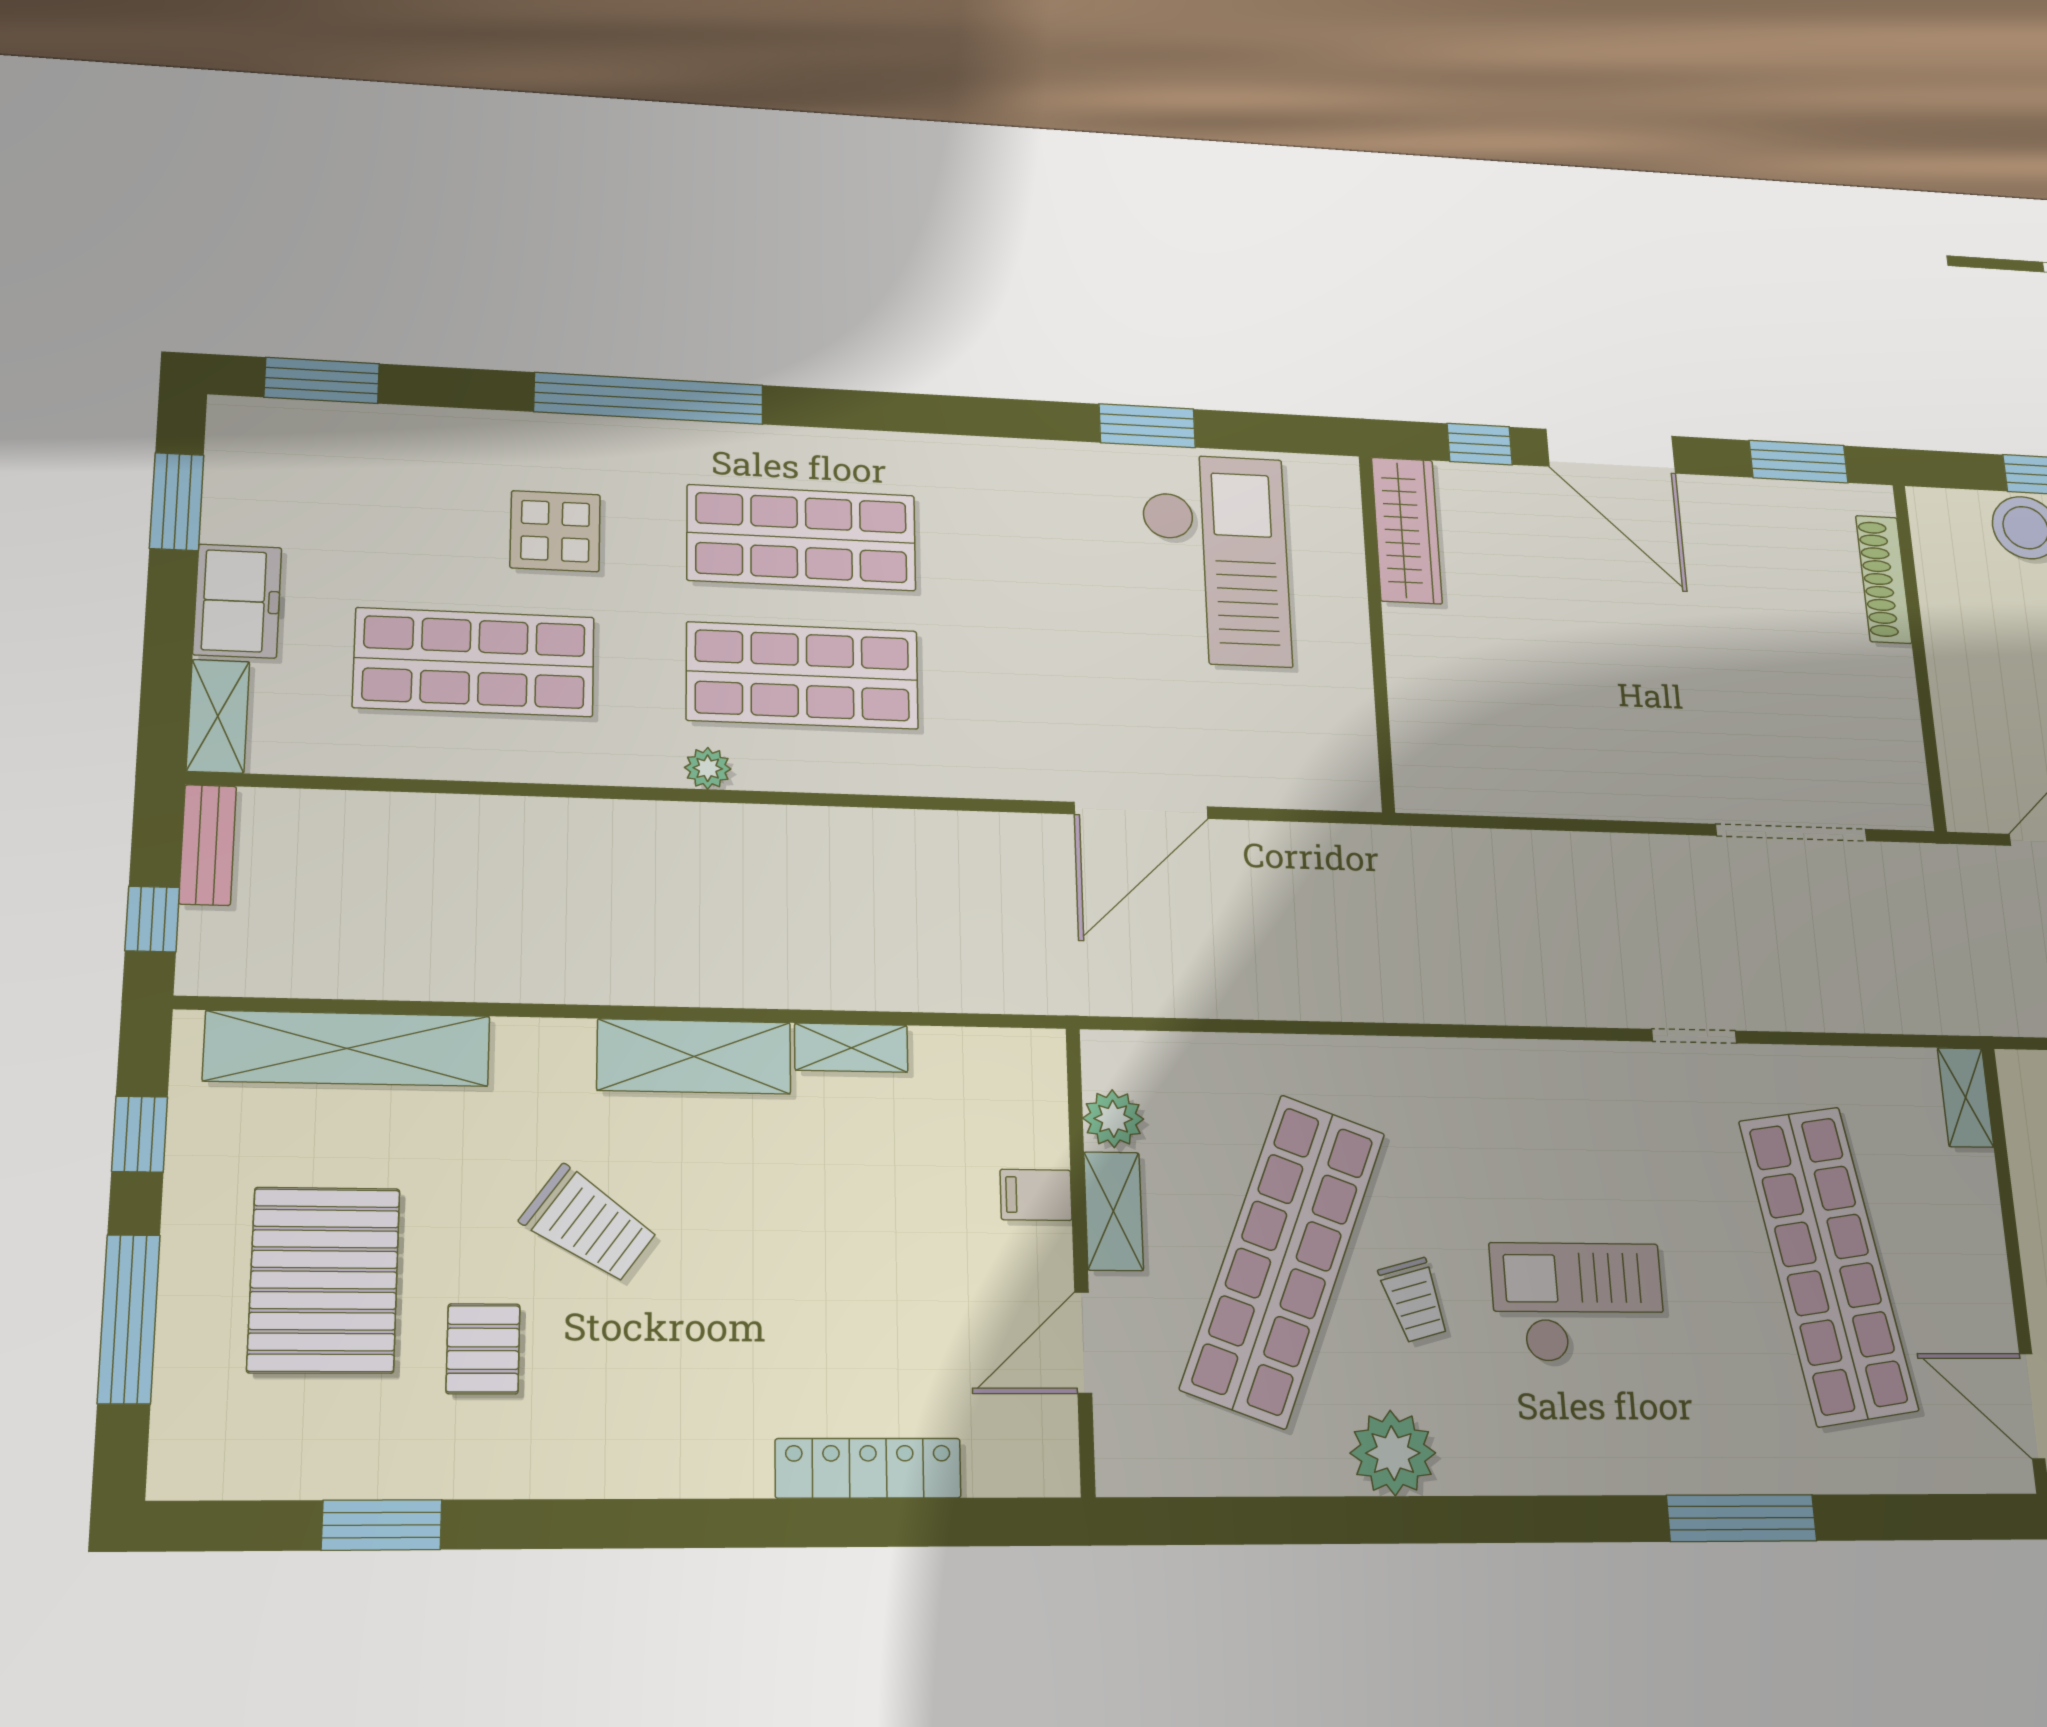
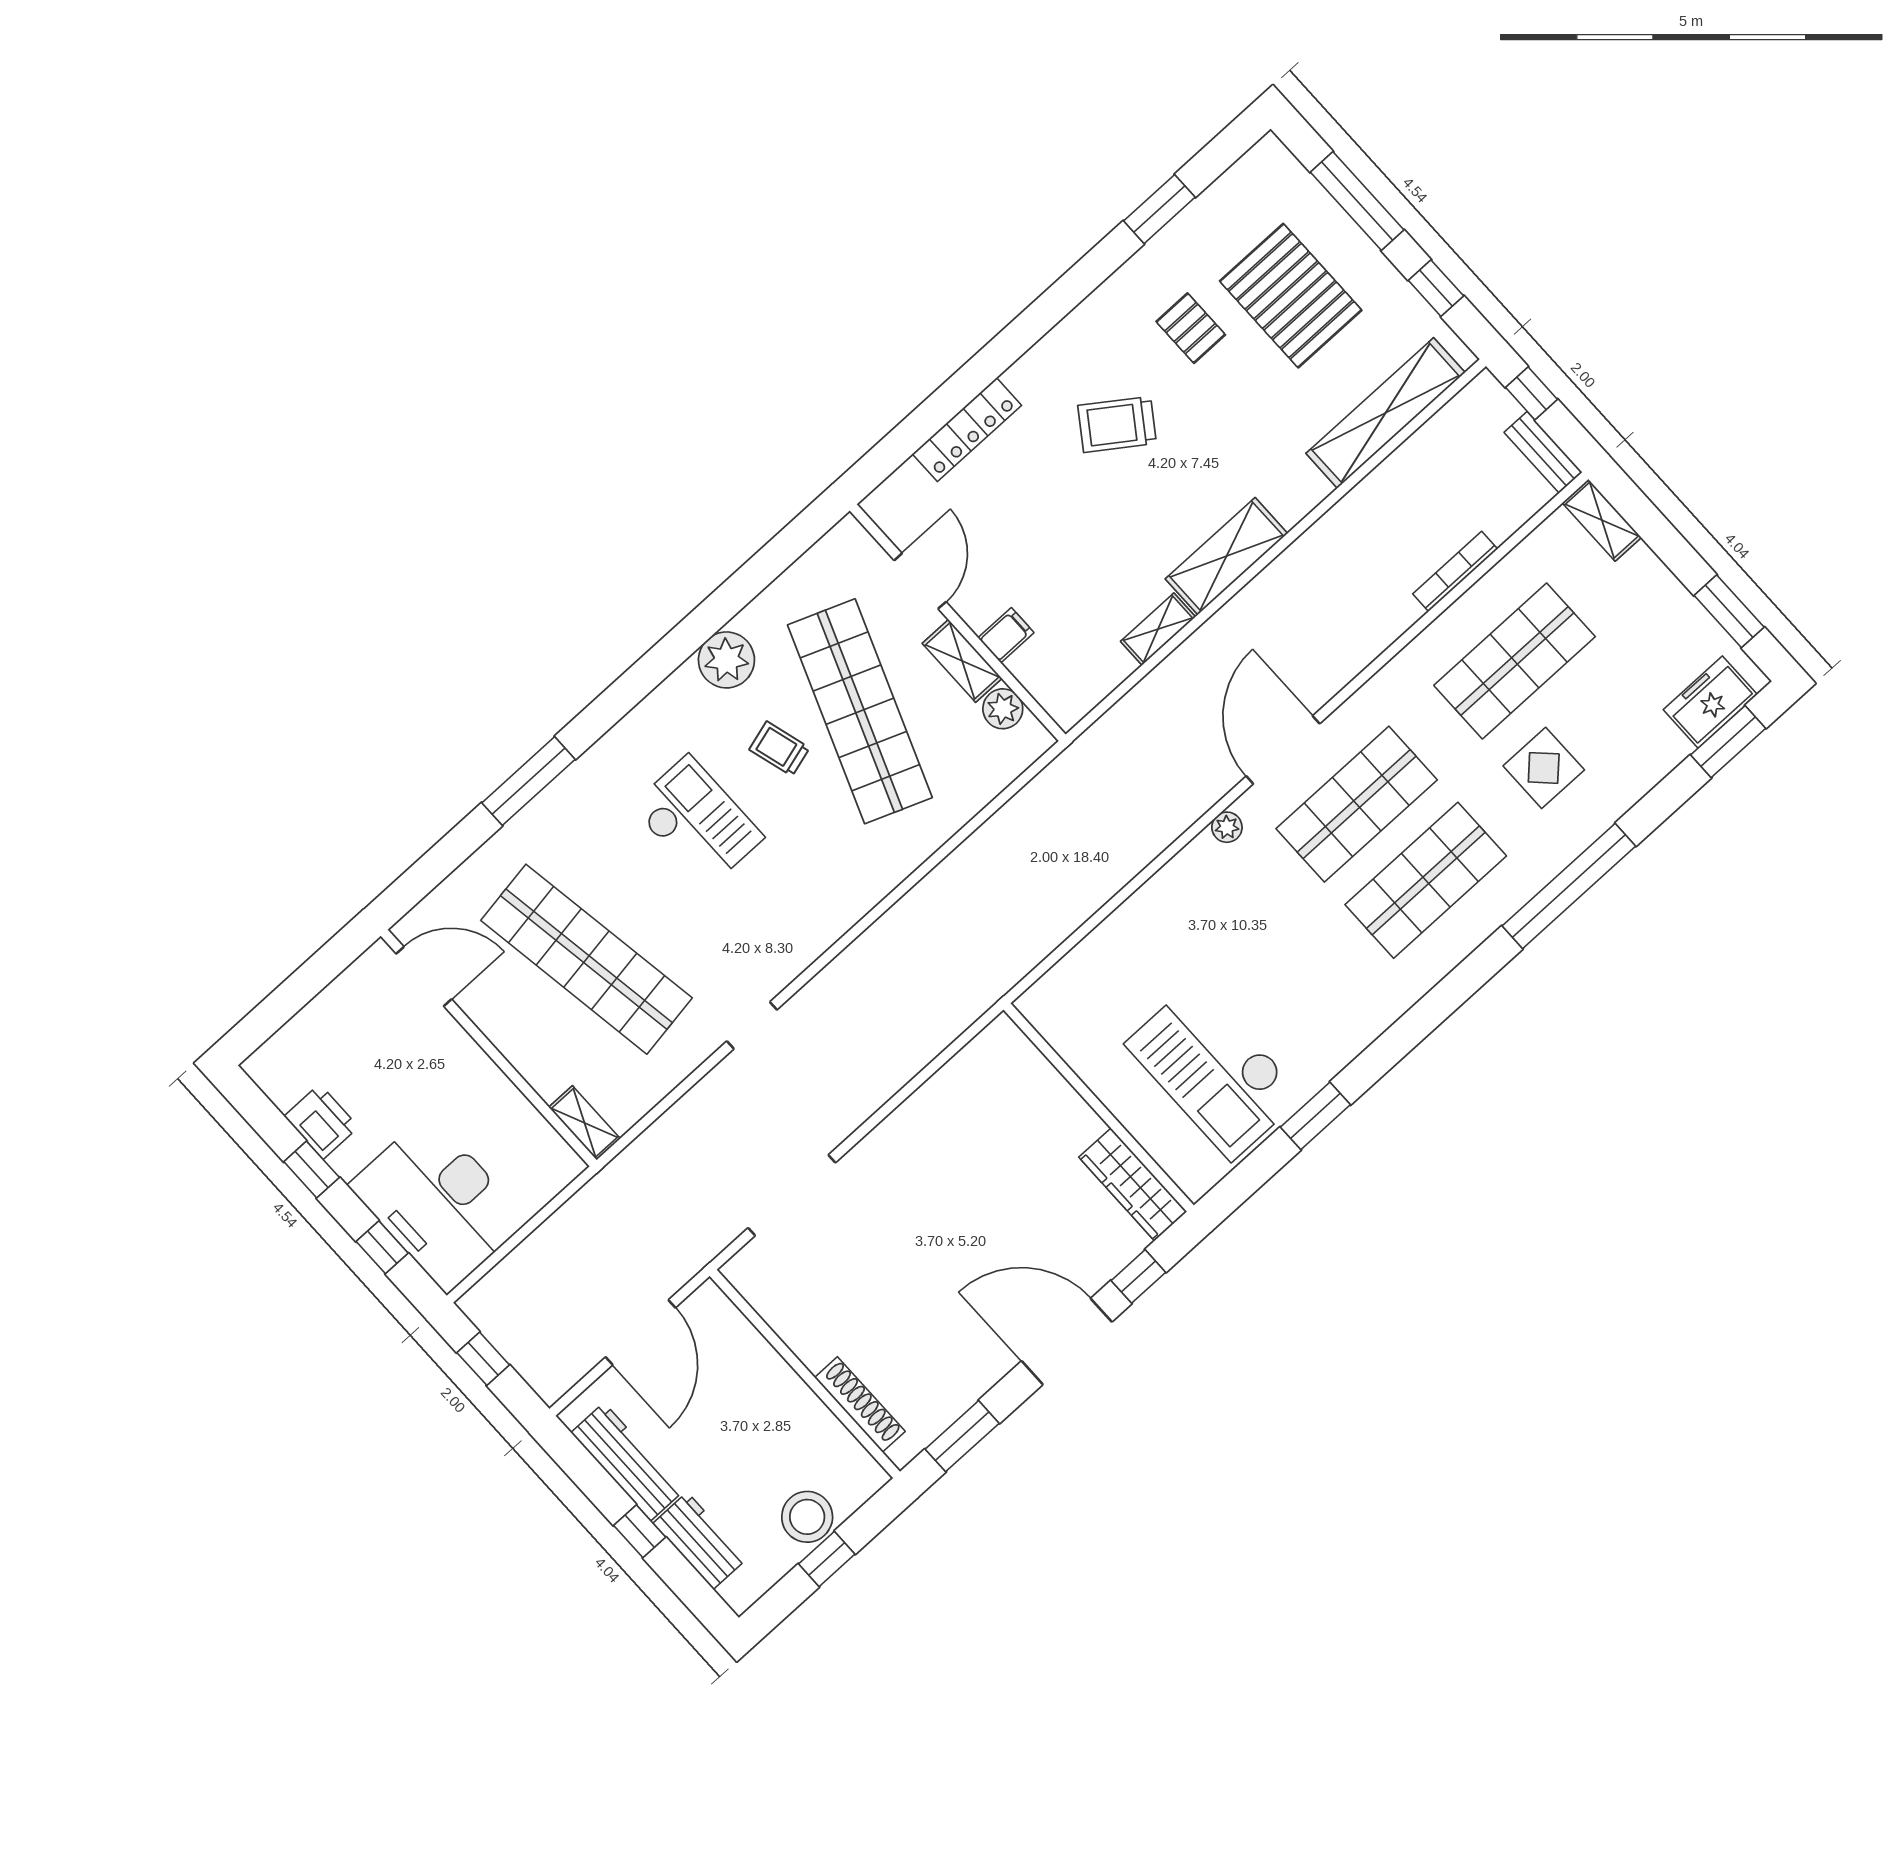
freezer: (237, 601) -> (1710, 702), moved, turned 90
plant: (708, 768) -> (1227, 827), moved
bookcase: (444, 810) -> (1455, 571), added
door: (1141, 810) -> (1283, 750), moved
trolley: (589, 1225) -> (1117, 424), moved
checkout: (1578, 1302) -> (697, 822), turned -90

